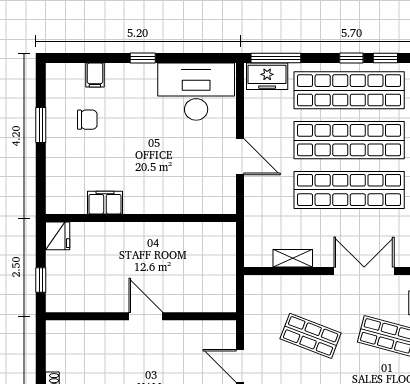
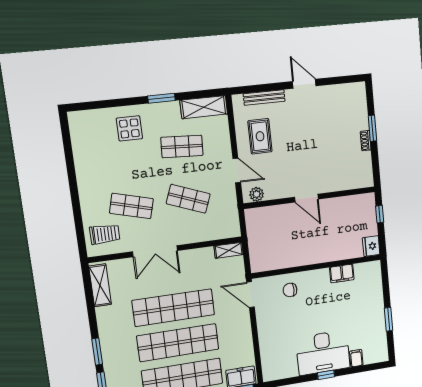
desk: (196, 92) -> (323, 353), moved
chair: (87, 120) -> (290, 290), moved
door: (240, 157) -> (251, 295), moved
shelving: (293, 258) -> (229, 250), moved
plant: (216, 330) -> (257, 194), added

